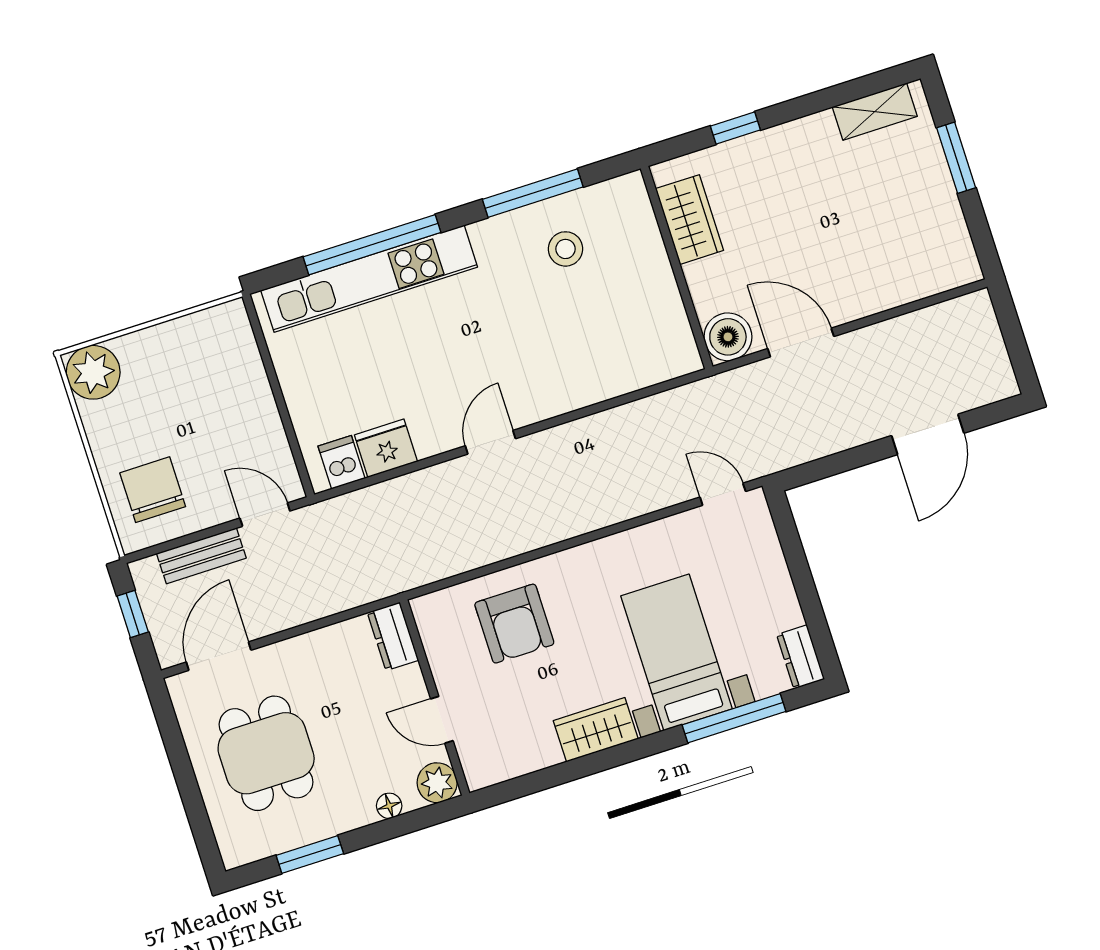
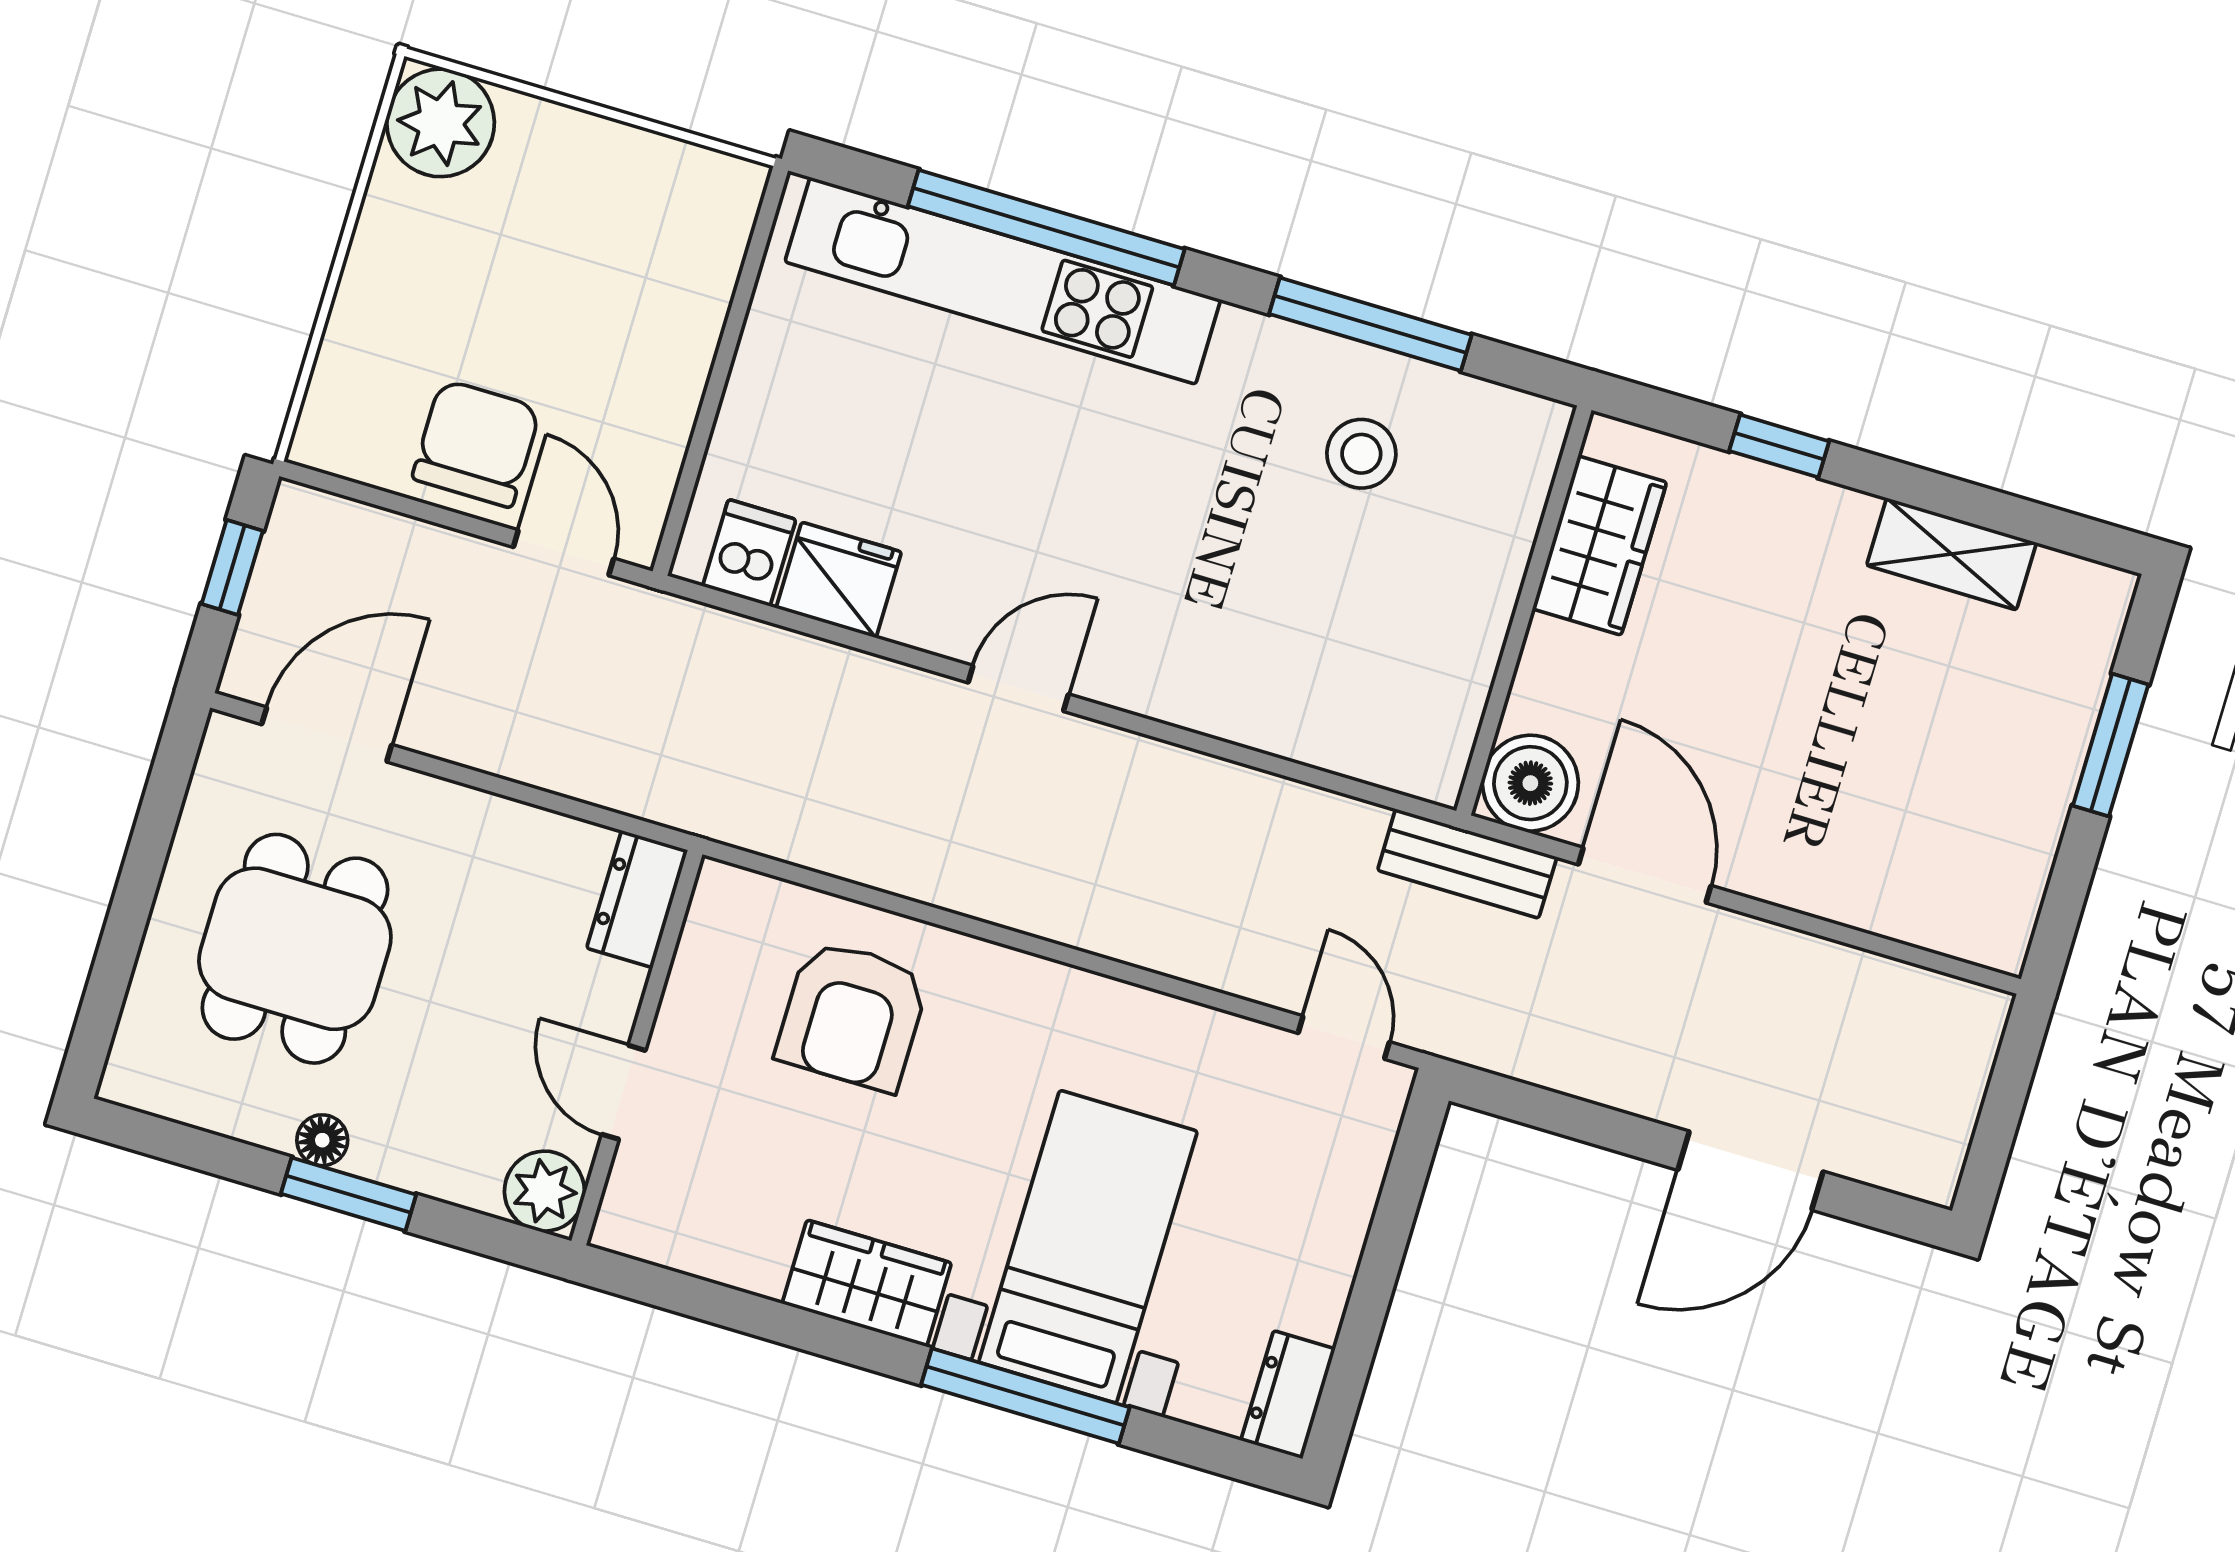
shelving: (875, 112) -> (1951, 554), moved
chair: (153, 490) -> (476, 443), moved
bench: (201, 556) -> (1467, 864), moved
window: (734, 718) -> (1025, 1396), moved
floor lamp: (389, 806) -> (322, 1140), moved
window: (310, 854) -> (348, 1194), moved

